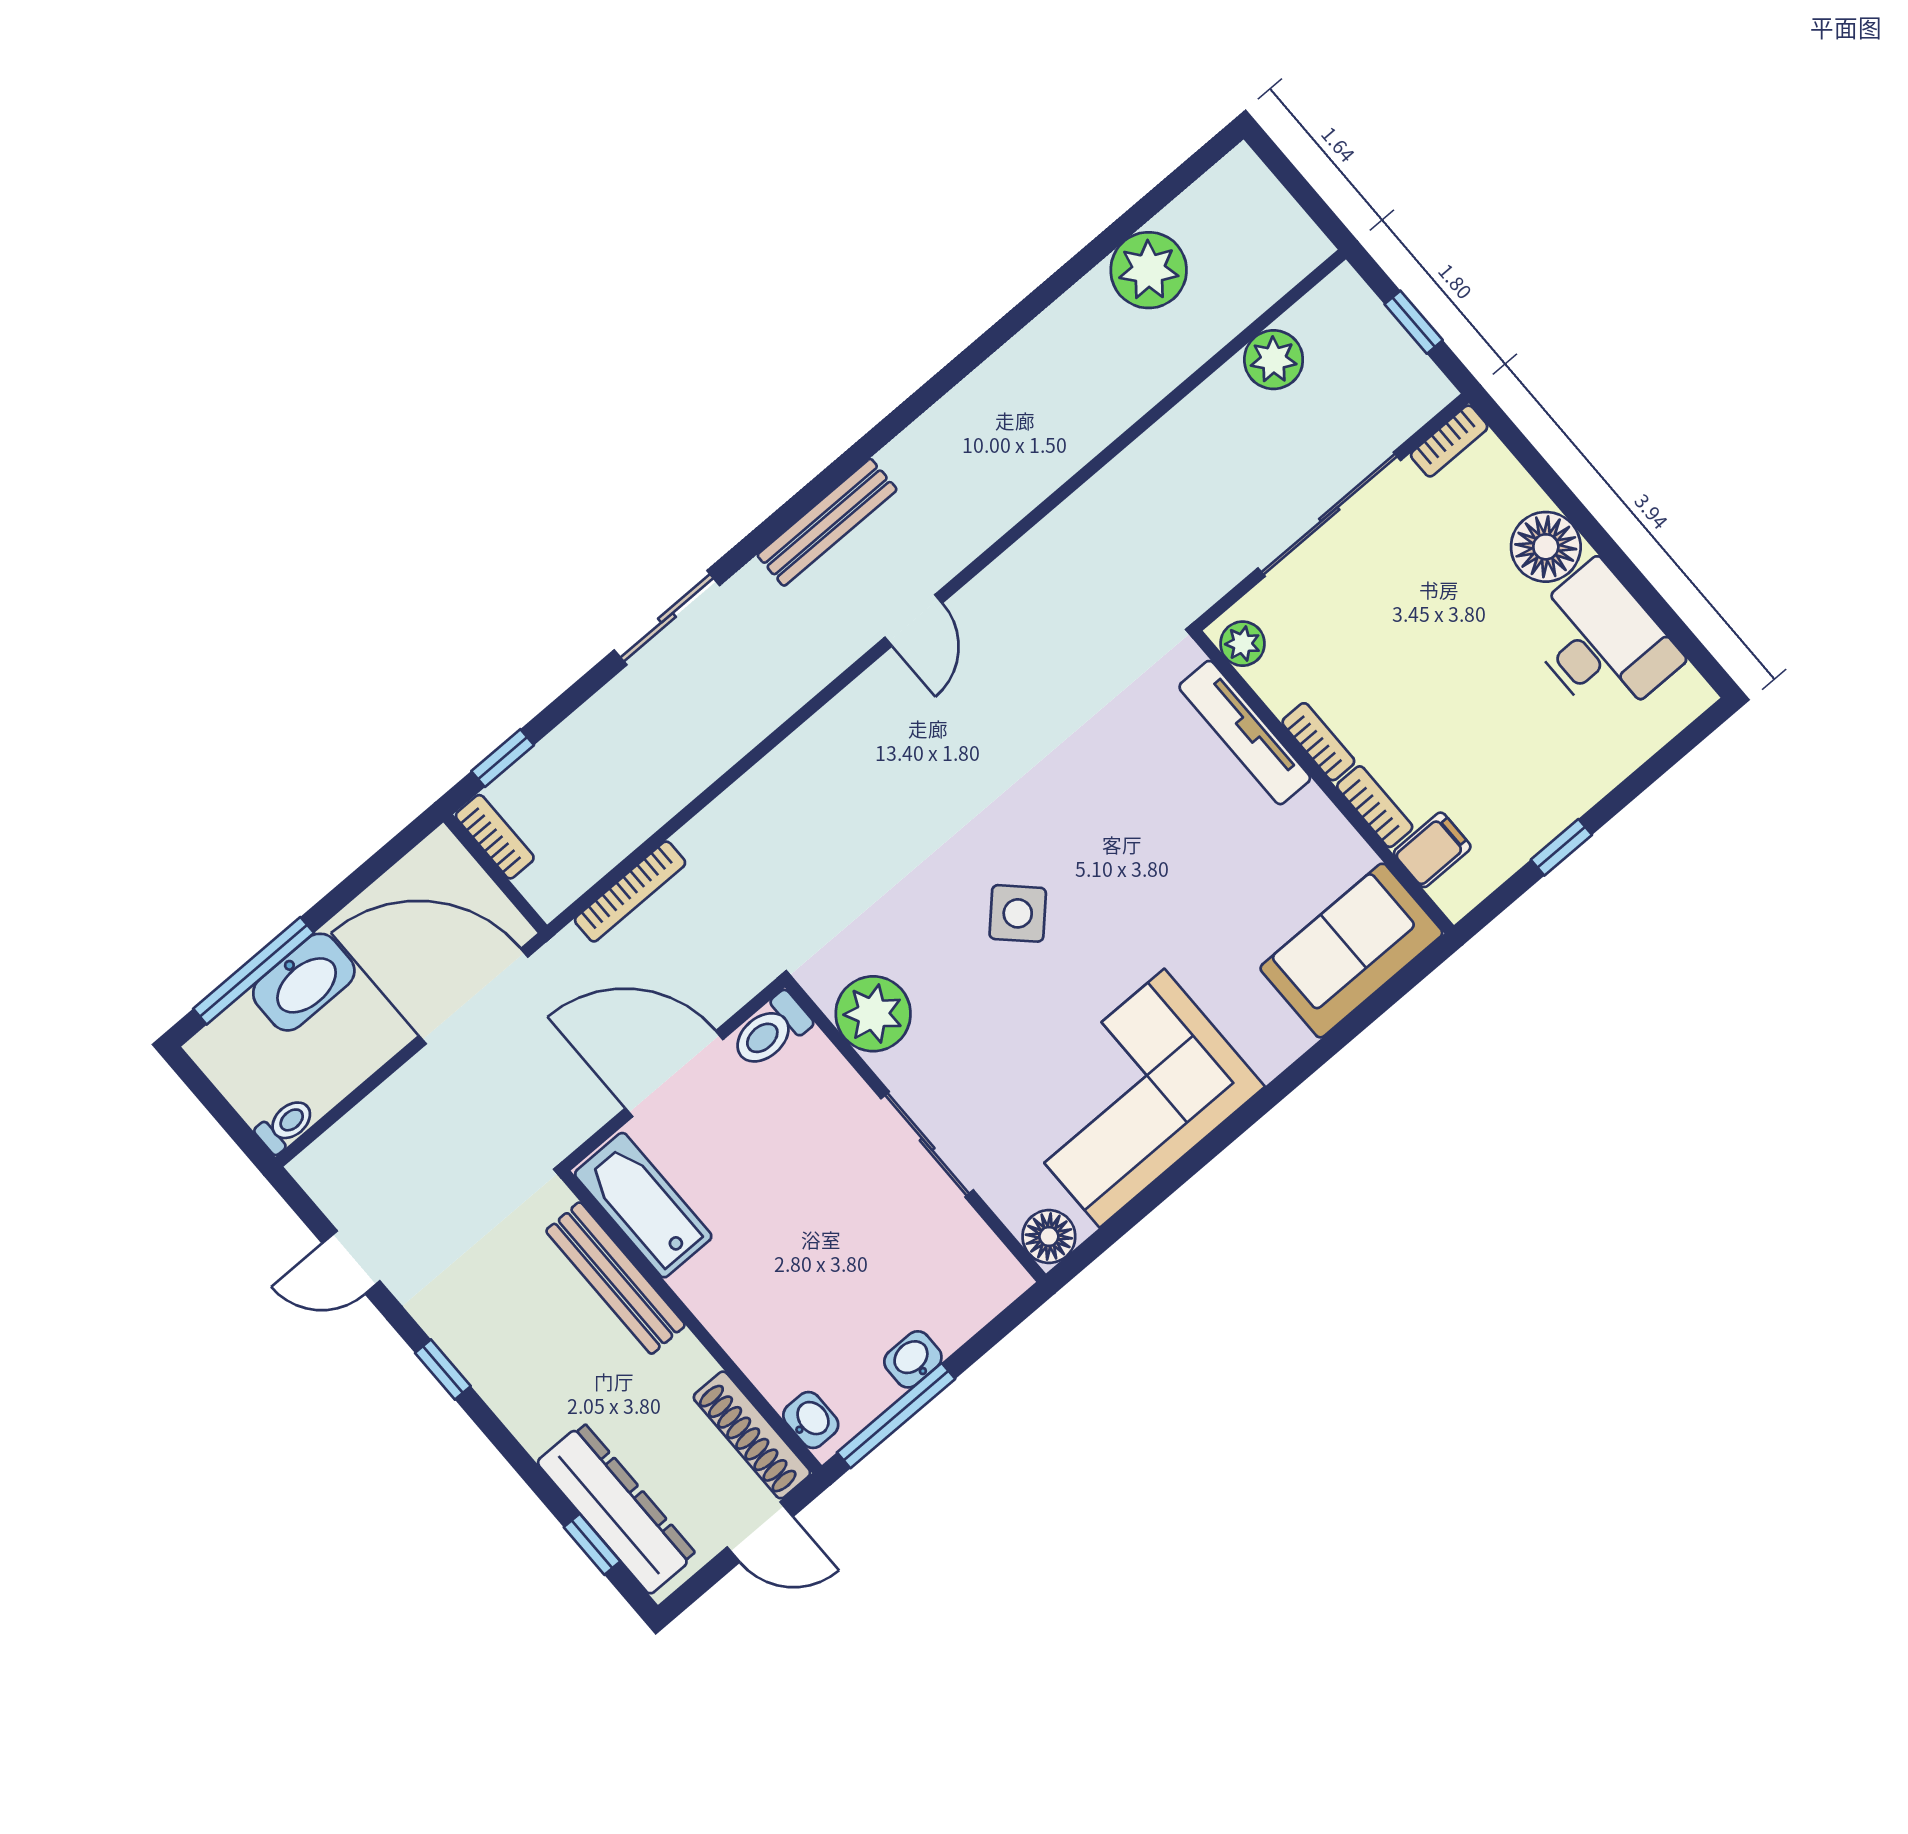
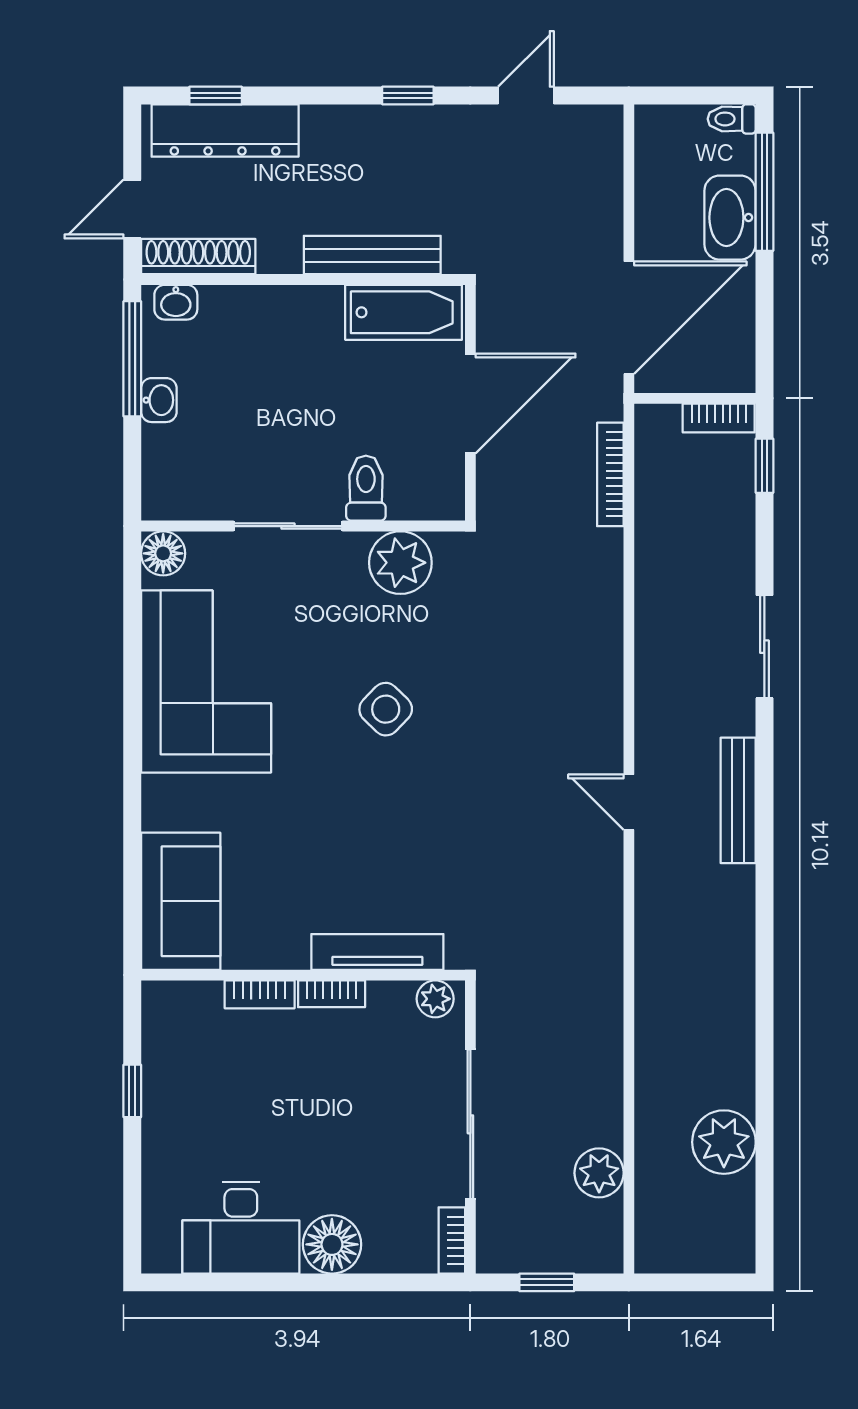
filing cabinet: (1432, 850) -> (201, 1008), removed
toilet: (771, 1031) -> (366, 488), moved
toilet: (286, 1125) -> (732, 119), moved, turned 90

